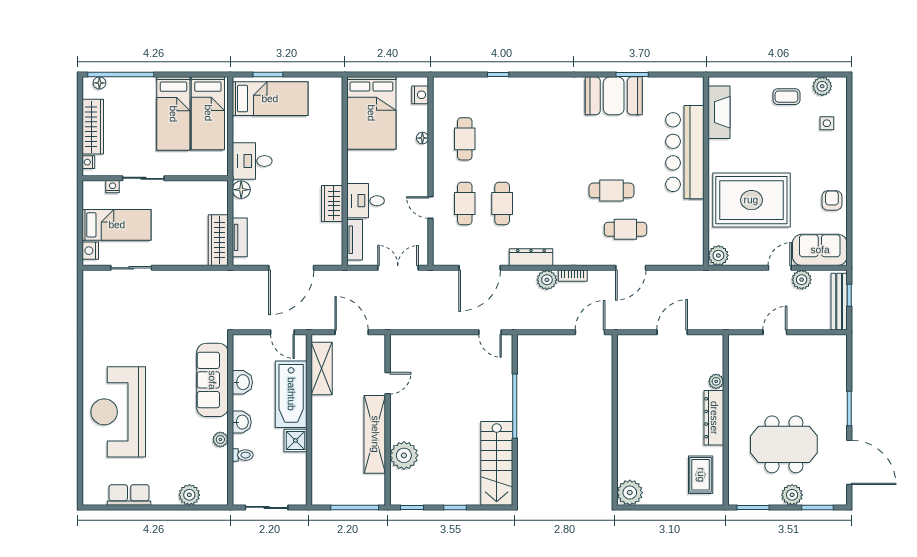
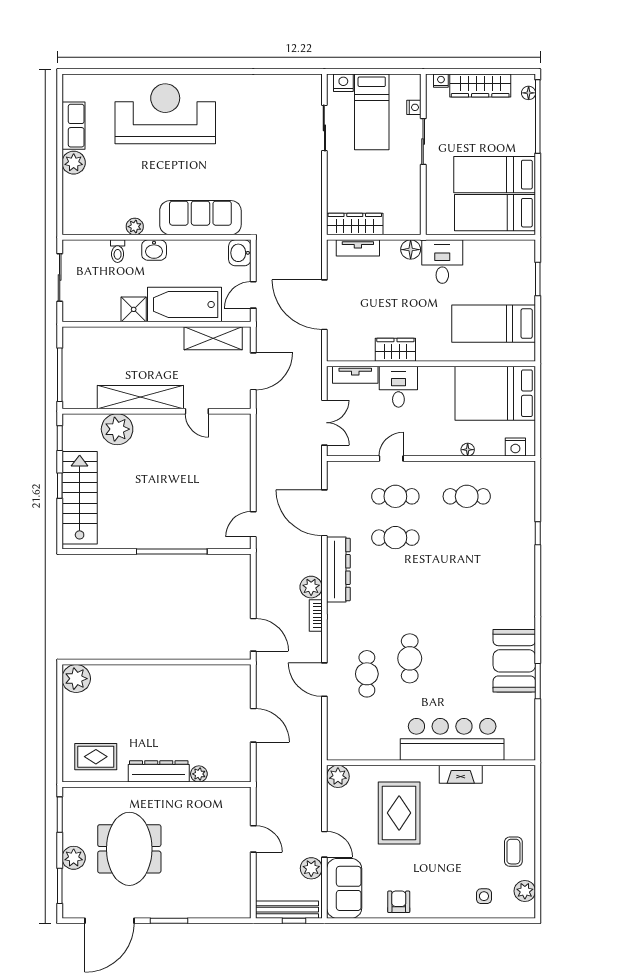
bed: (270, 99) -> (494, 324), moved, turned 90
fireplace: (719, 112) -> (461, 774), moved, width x0.73, depth x0.76
rug: (751, 200) -> (399, 813), width x0.73, depth x0.69
armchair: (832, 200) -> (399, 902), turned -90
dresser: (531, 257) -> (338, 569), width x1.37, depth x1.24
washbasin: (242, 382) -> (240, 253), moved, turned 90
stairs: (497, 463) -> (80, 498), moved, turned 90
plant: (189, 495) -> (74, 163), moved

